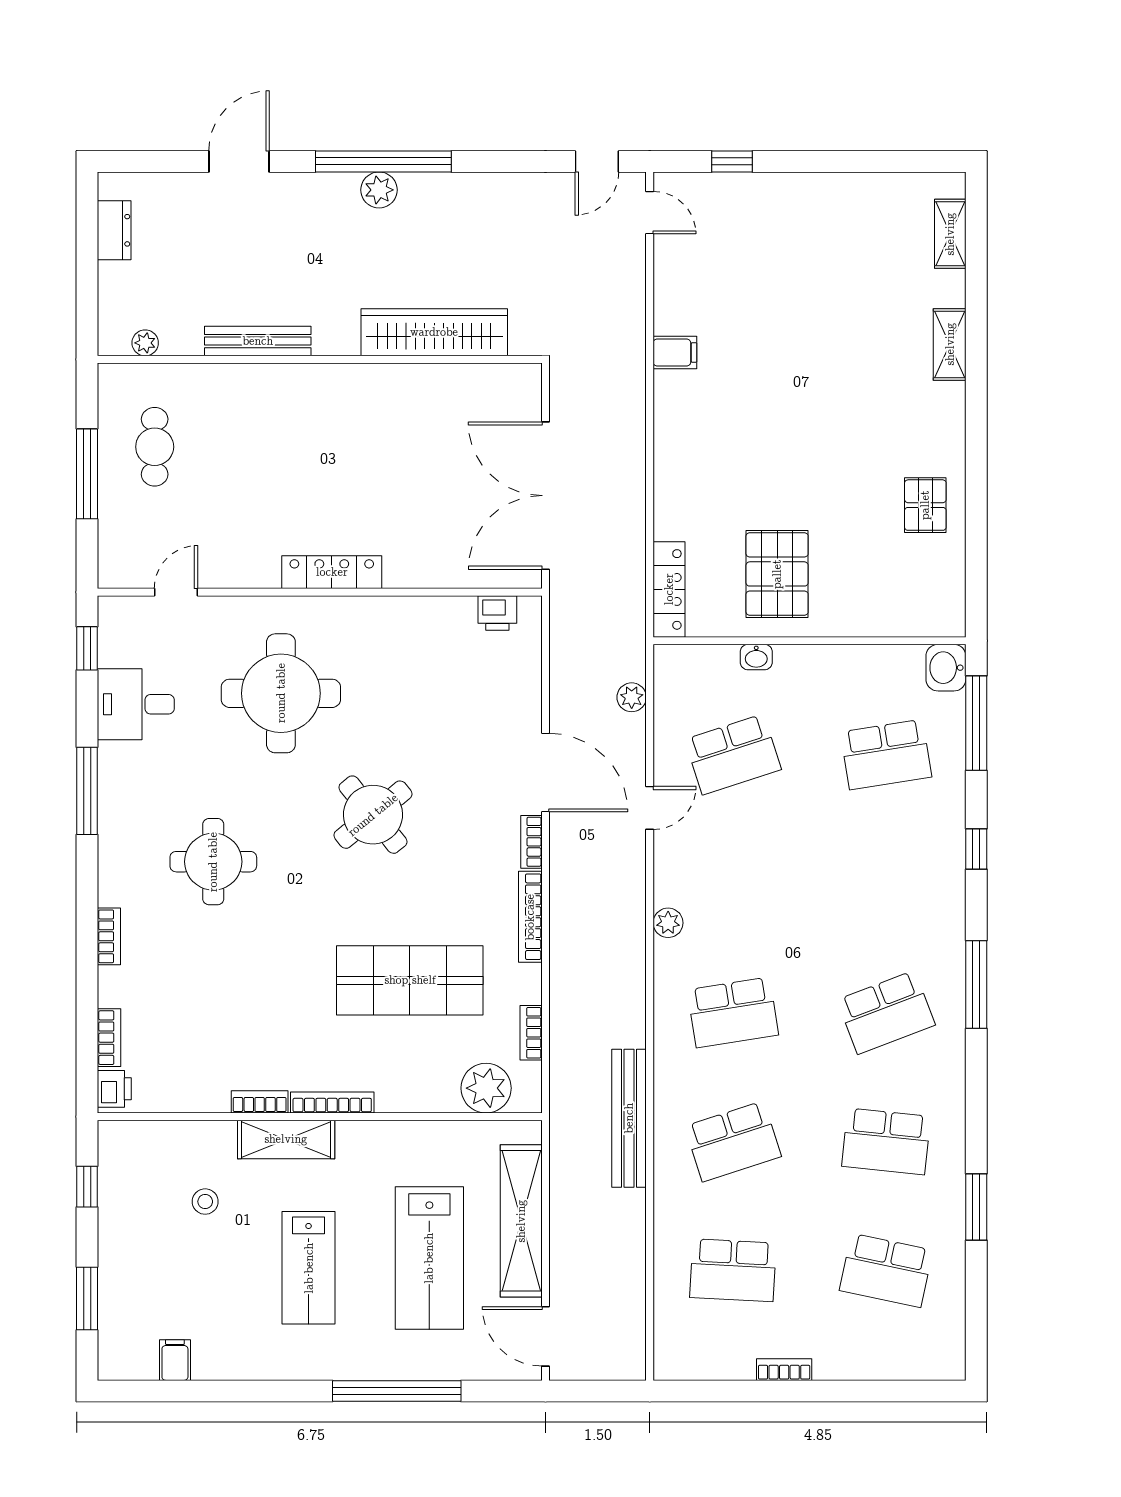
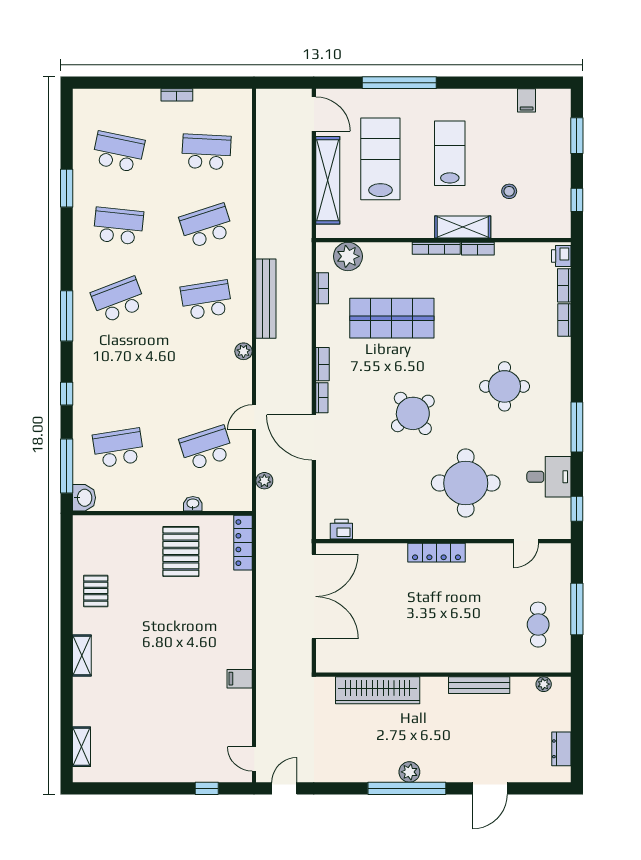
shelving: (950, 344) -> (82, 656), moved
bookcase: (530, 917) -> (323, 364), width x0.64
bookcase: (109, 936) -> (564, 320), moved
bench: (629, 1118) -> (266, 299), moved

